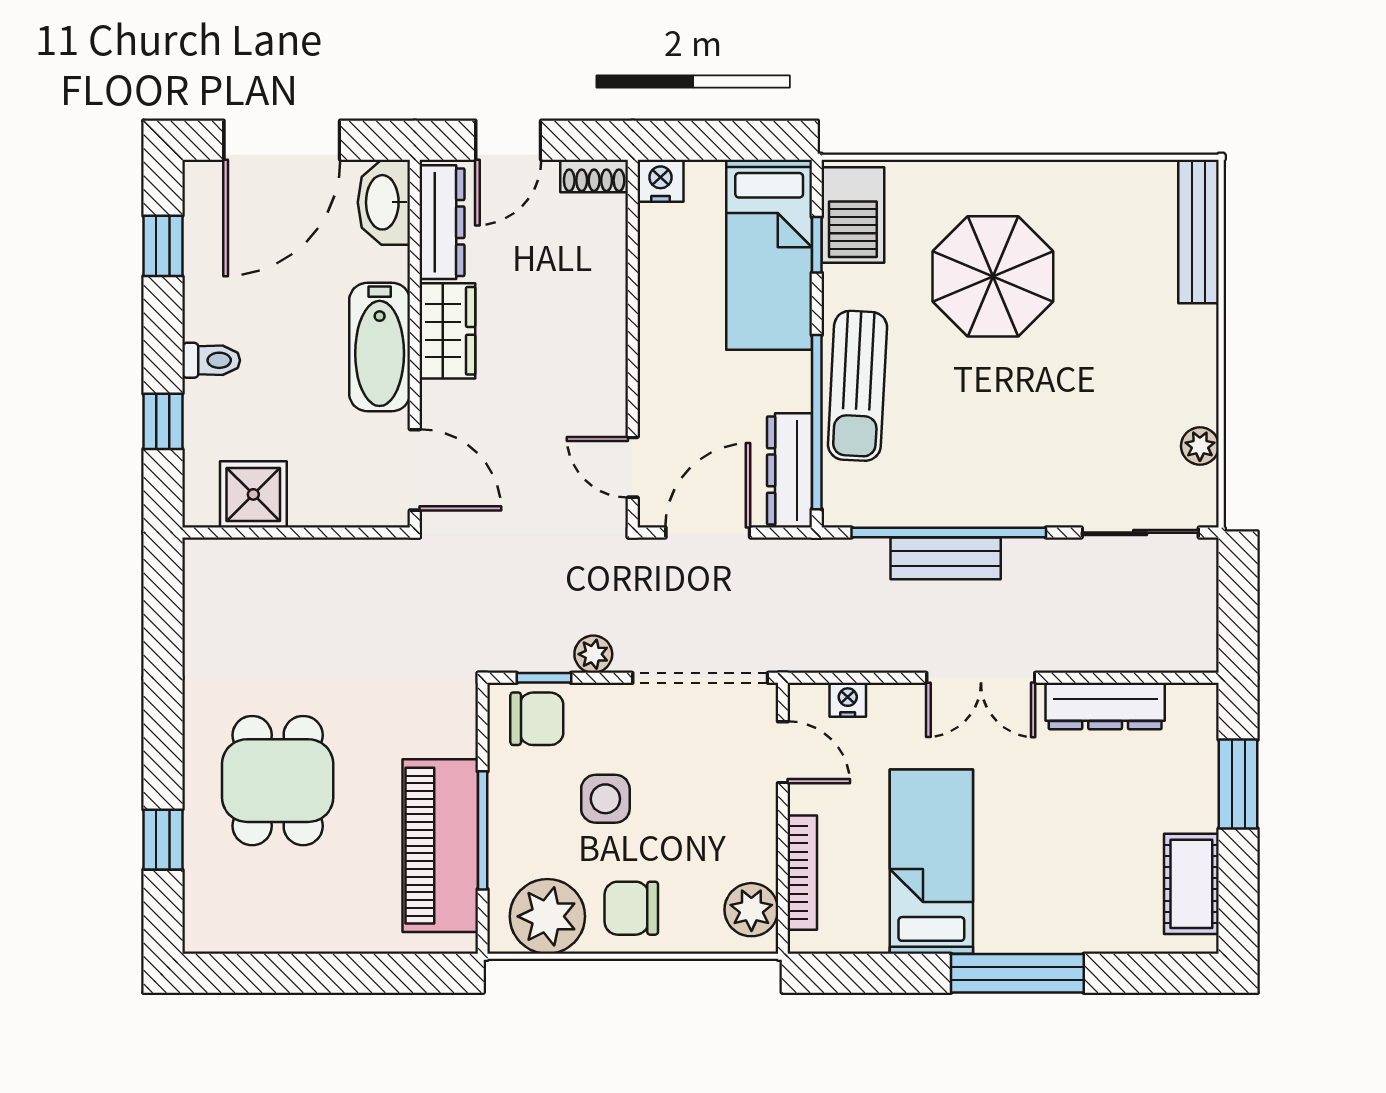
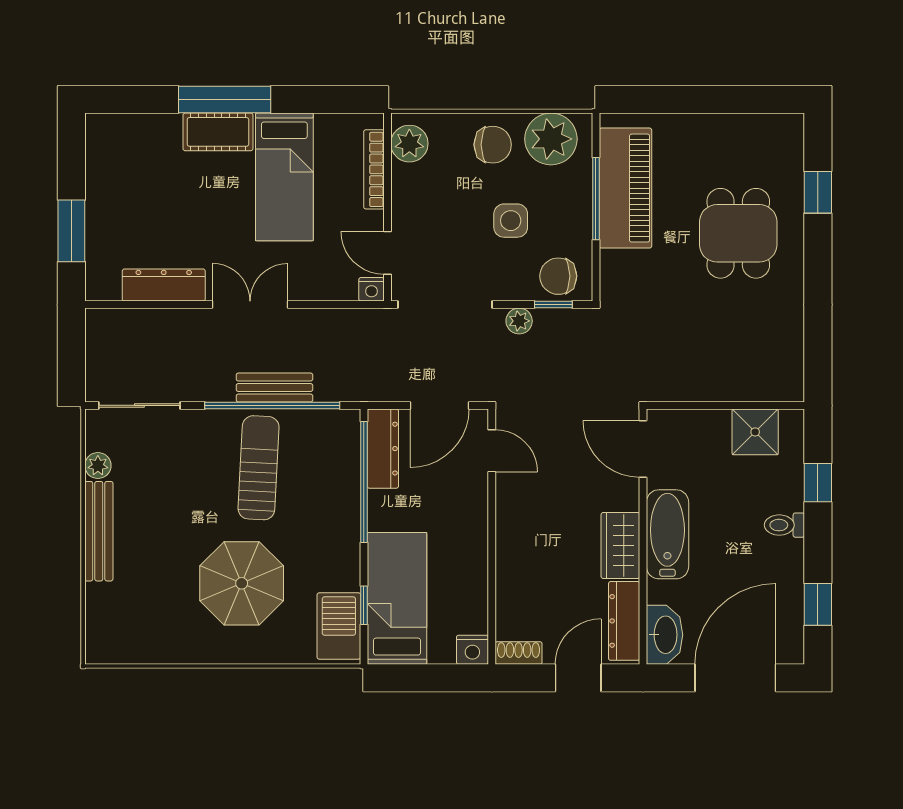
bench: (1199, 231) -> (99, 531), moved
sun lounger: (857, 386) -> (259, 468), moved
nightstand: (848, 700) -> (372, 289), moved
cot: (1191, 884) -> (218, 132), moved, turned 90

